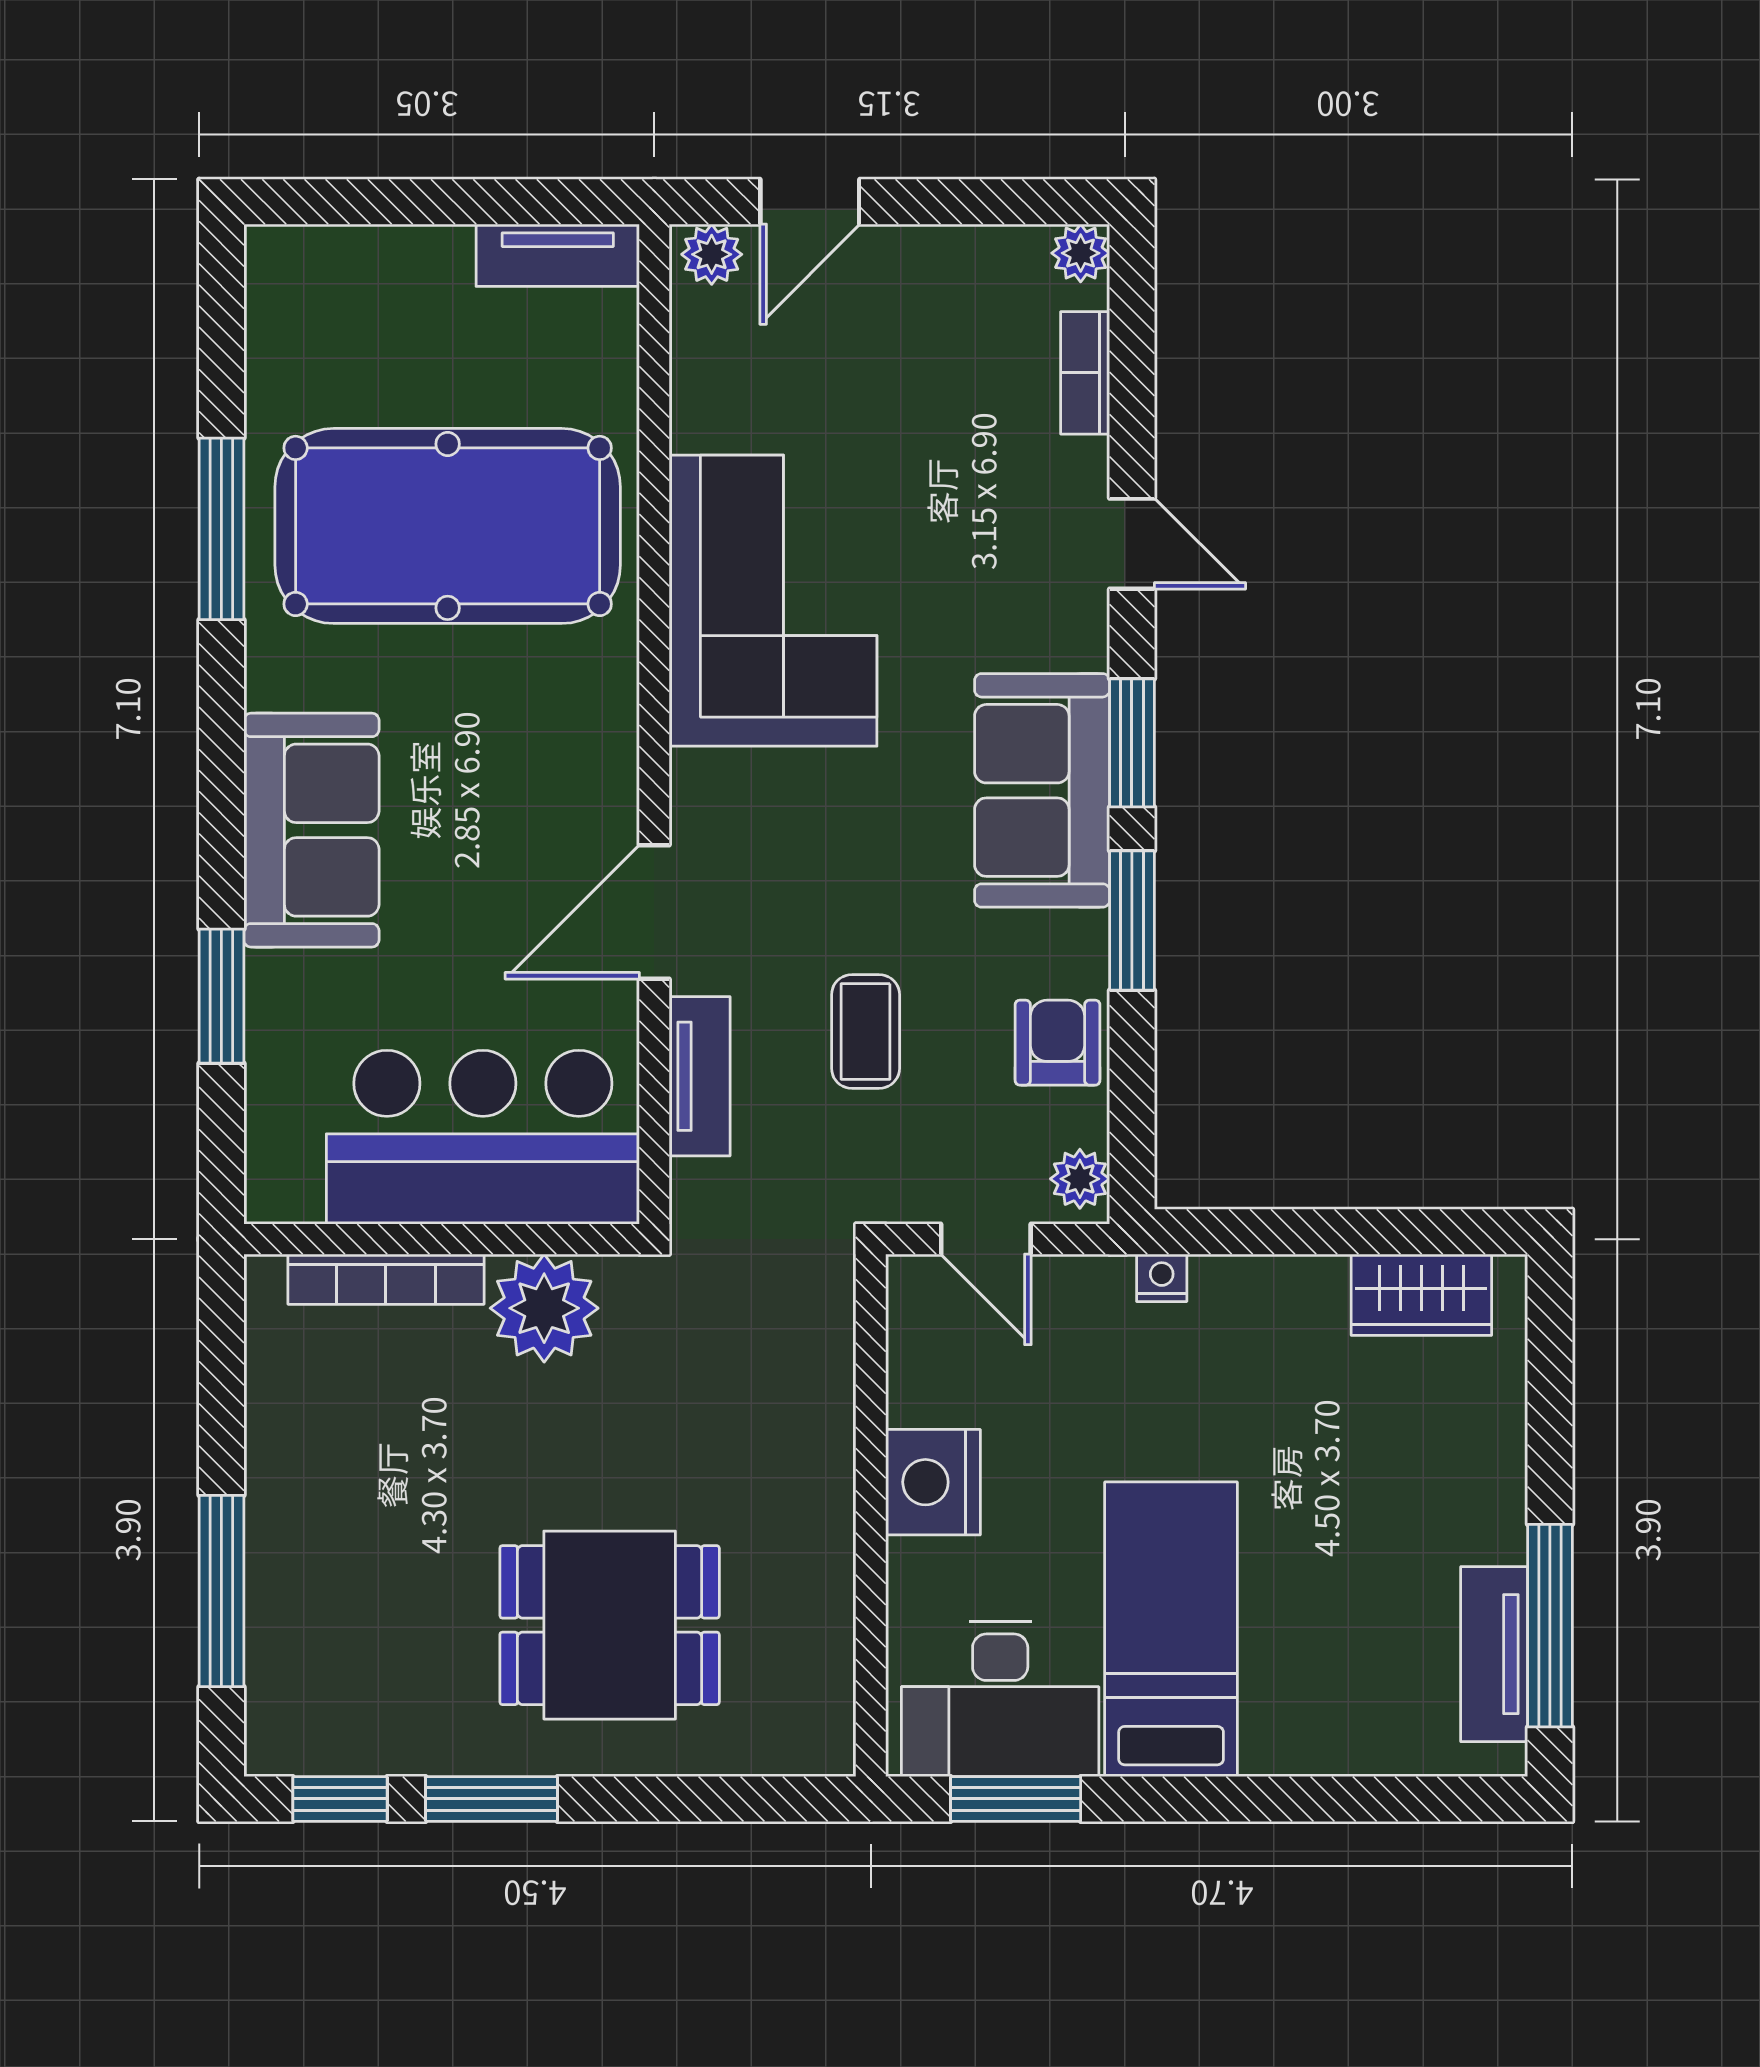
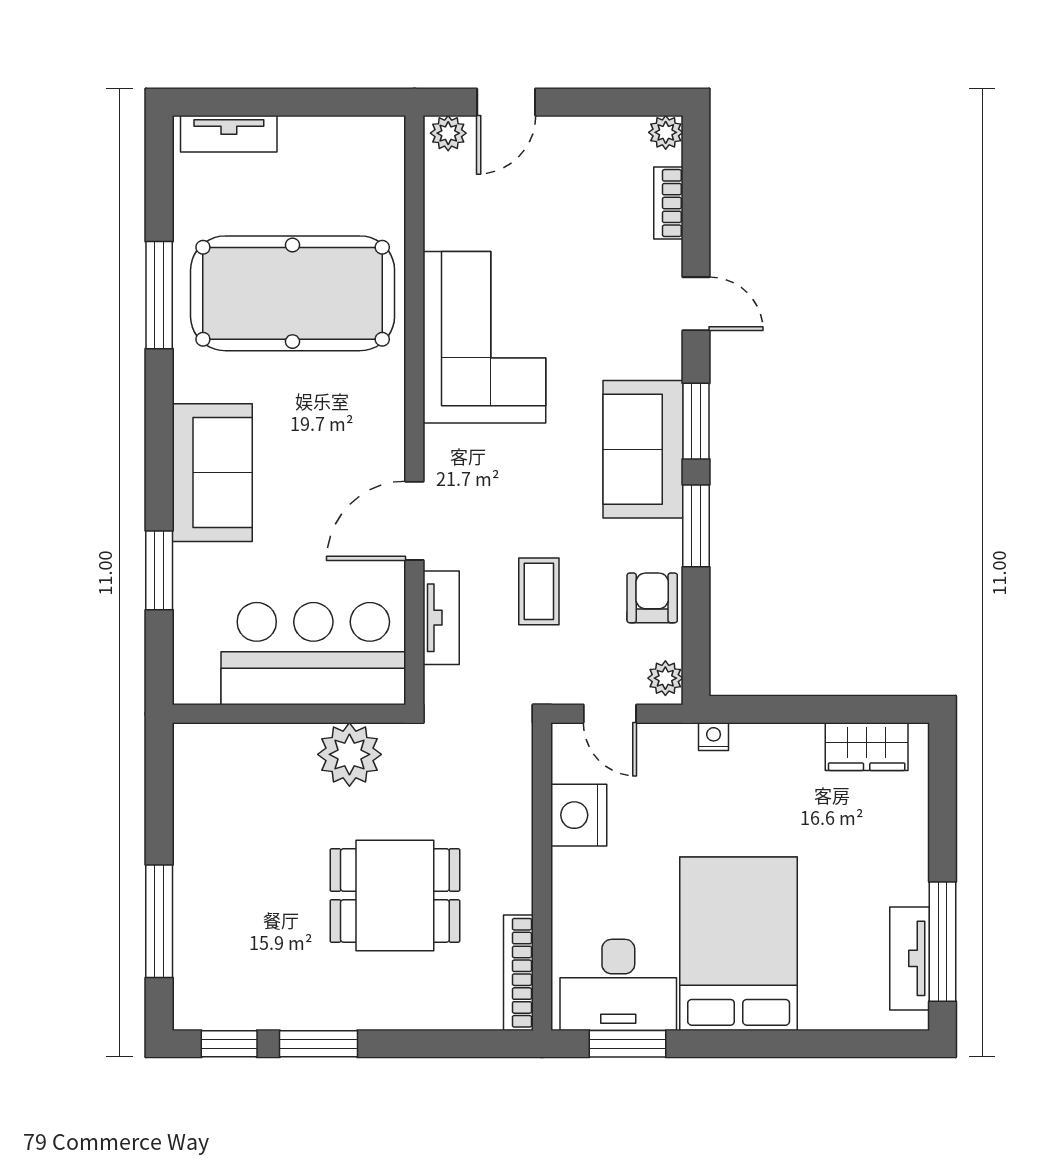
tv unit: (558, 255) -> (229, 134), moved
bookcase: (386, 1279) -> (518, 973), moved, turned 90
nightstand: (933, 1482) -> (579, 815), moved
dining table: (610, 1625) -> (395, 895), moved
bed: (1171, 1629) -> (739, 944), width x1.50

